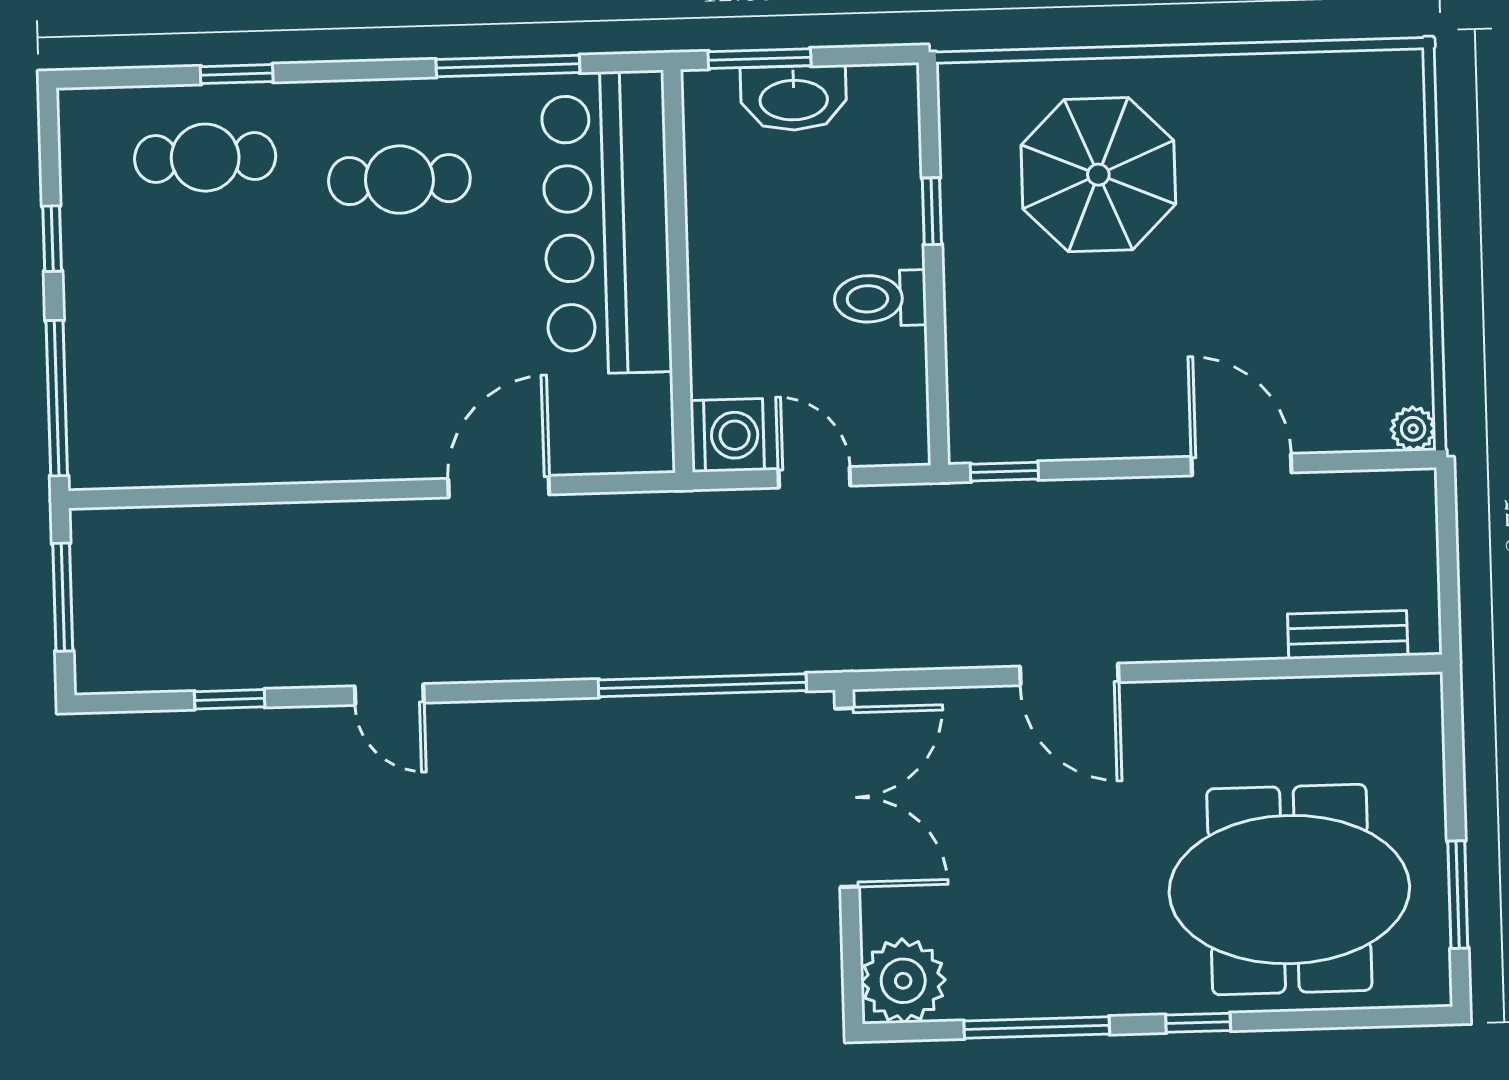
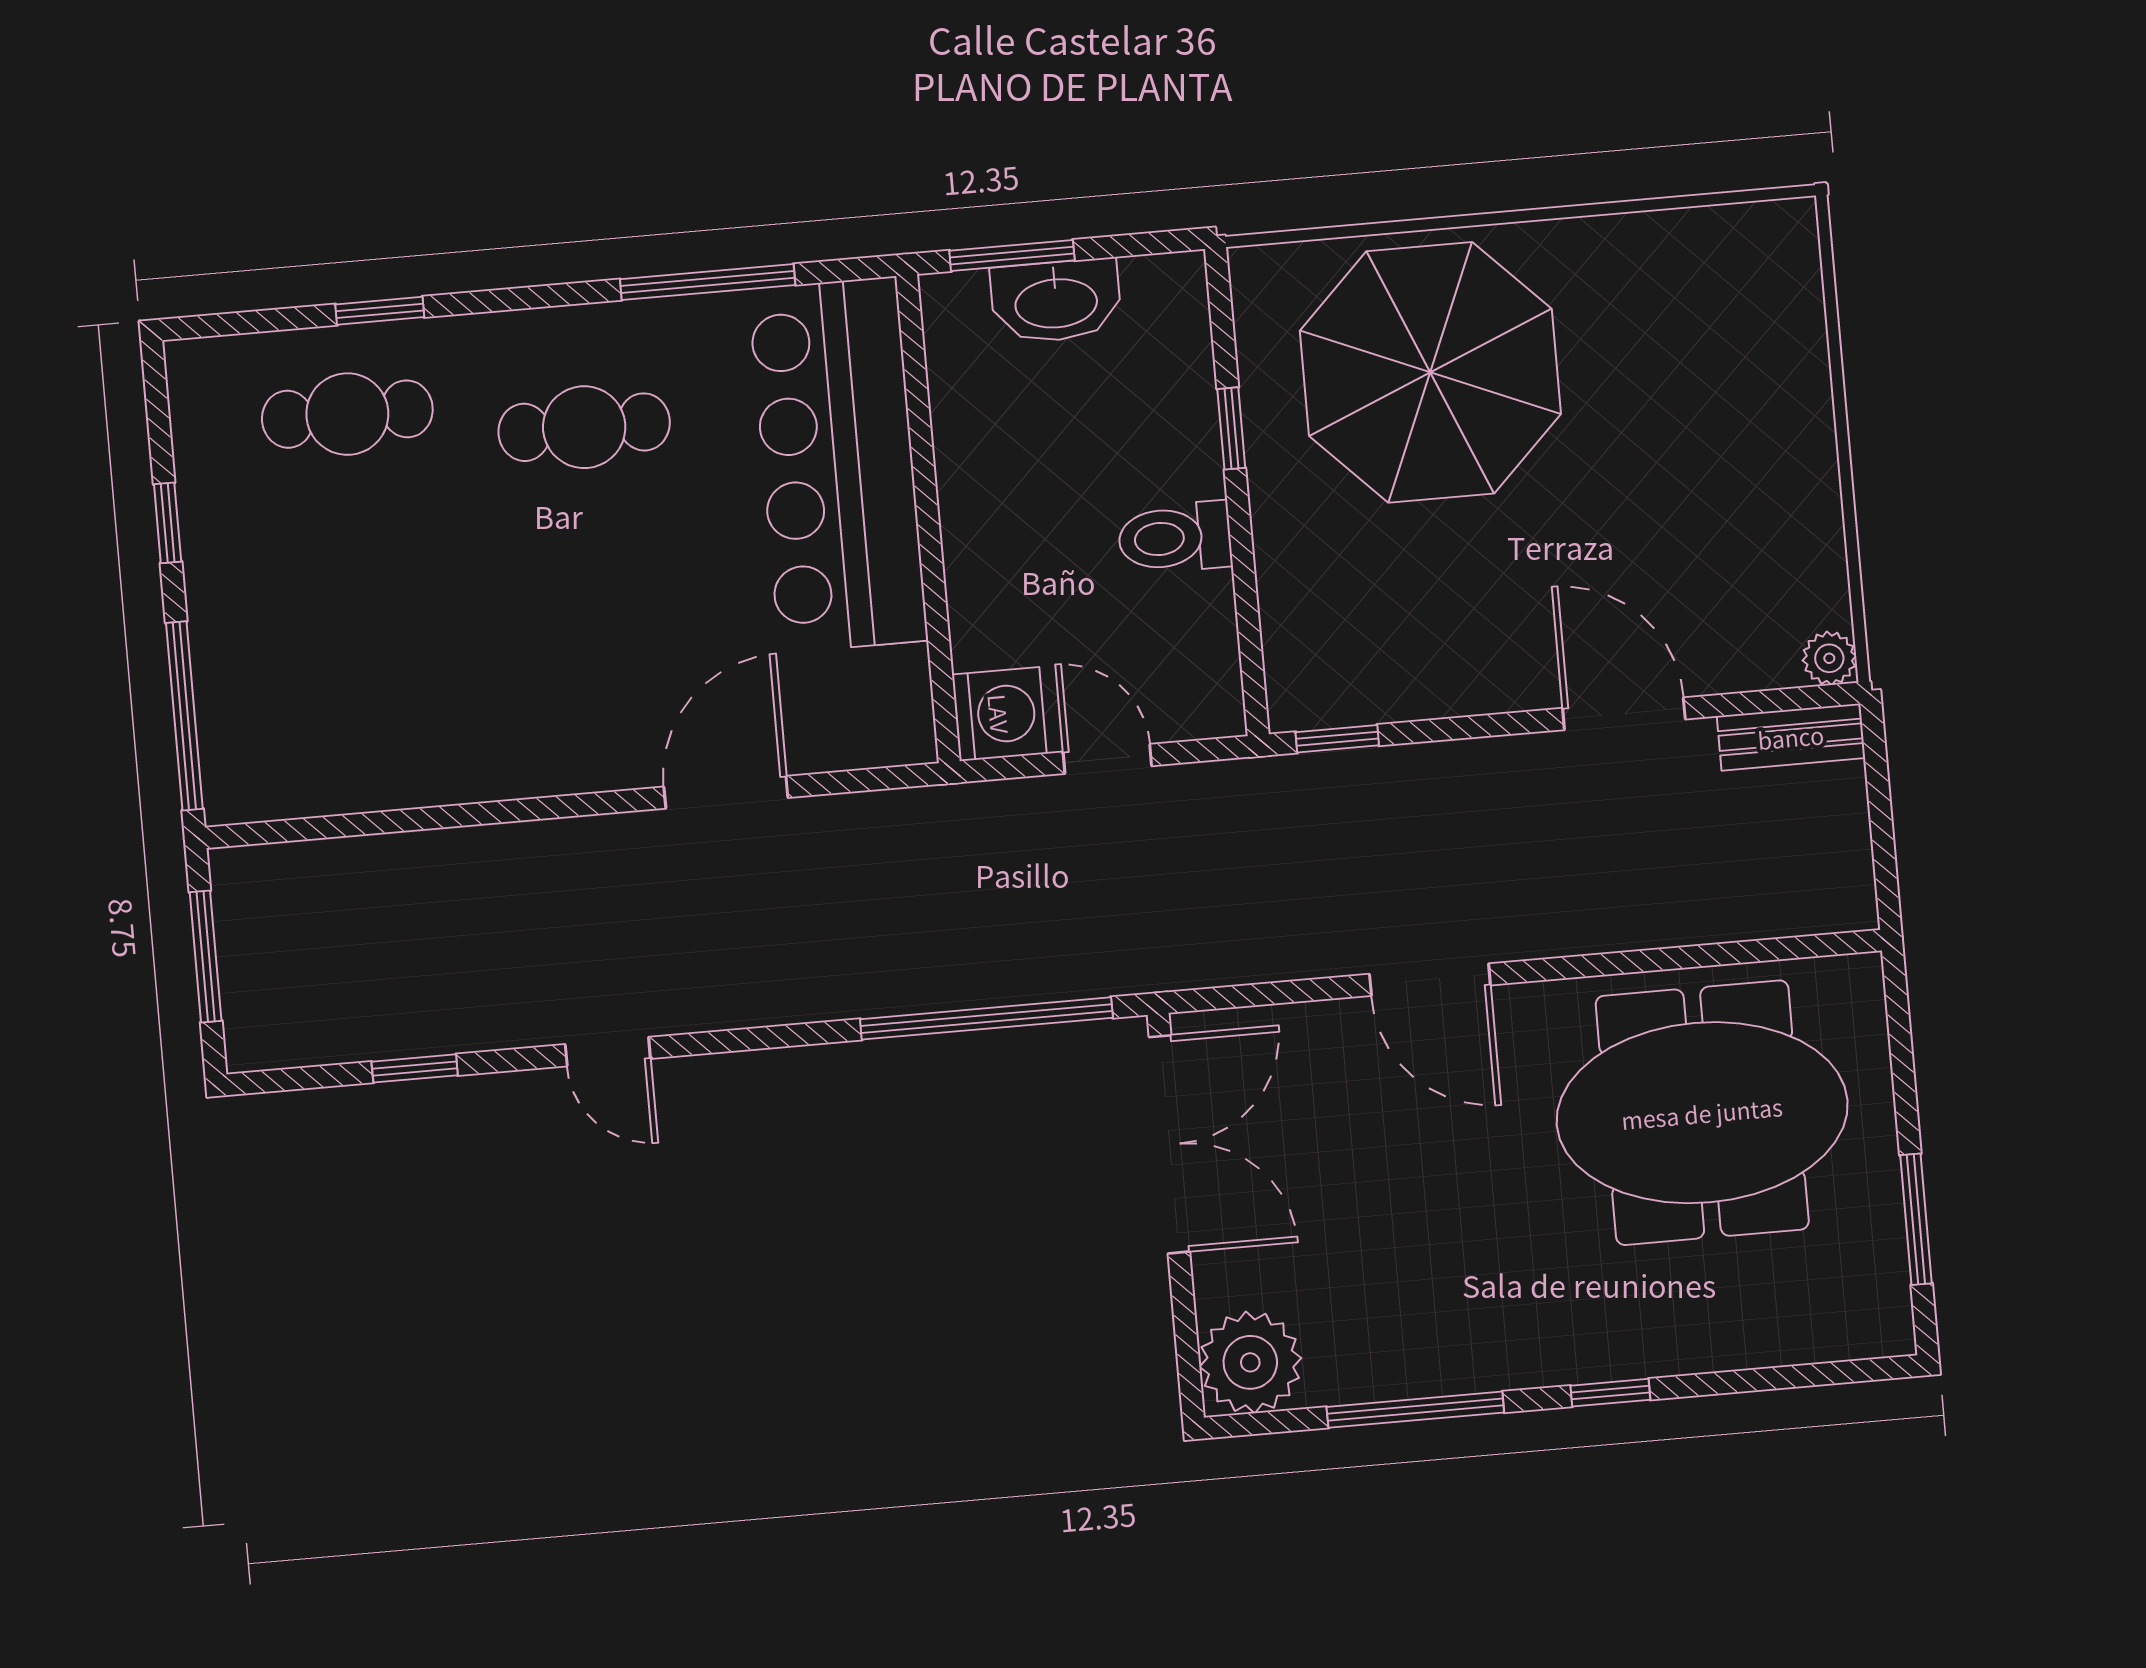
parasol: (1098, 175) -> (1430, 372), width x1.36, depth x1.36
bench: (1348, 635) -> (1791, 737), moved
meeting table: (1289, 890) -> (1702, 1113), moved

